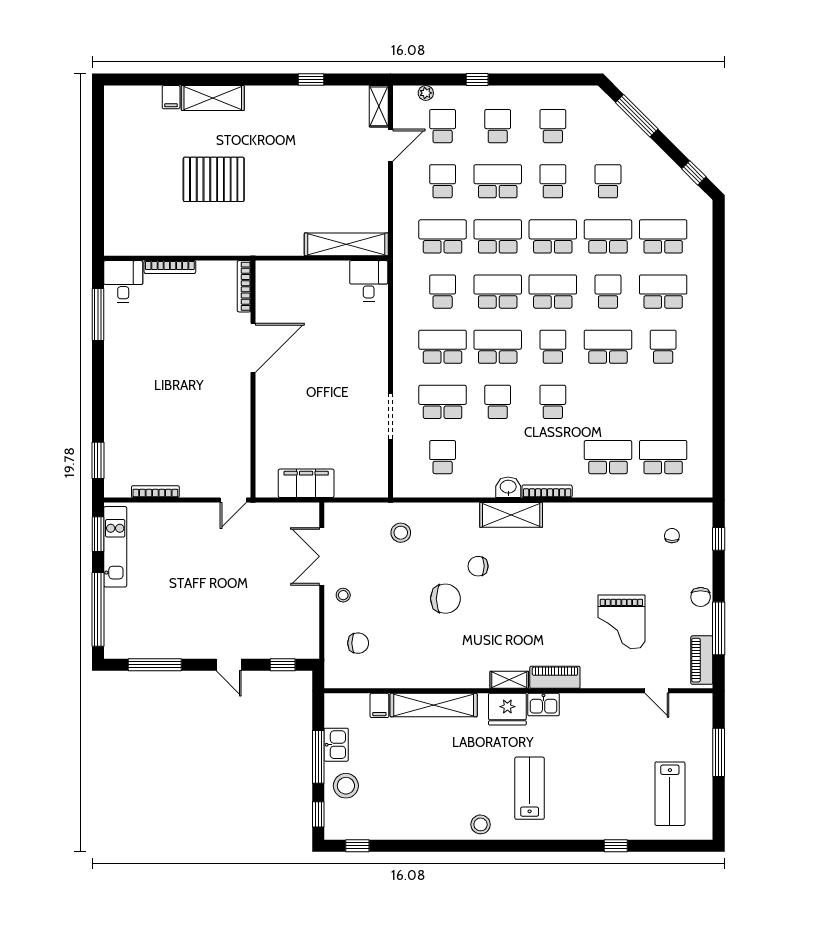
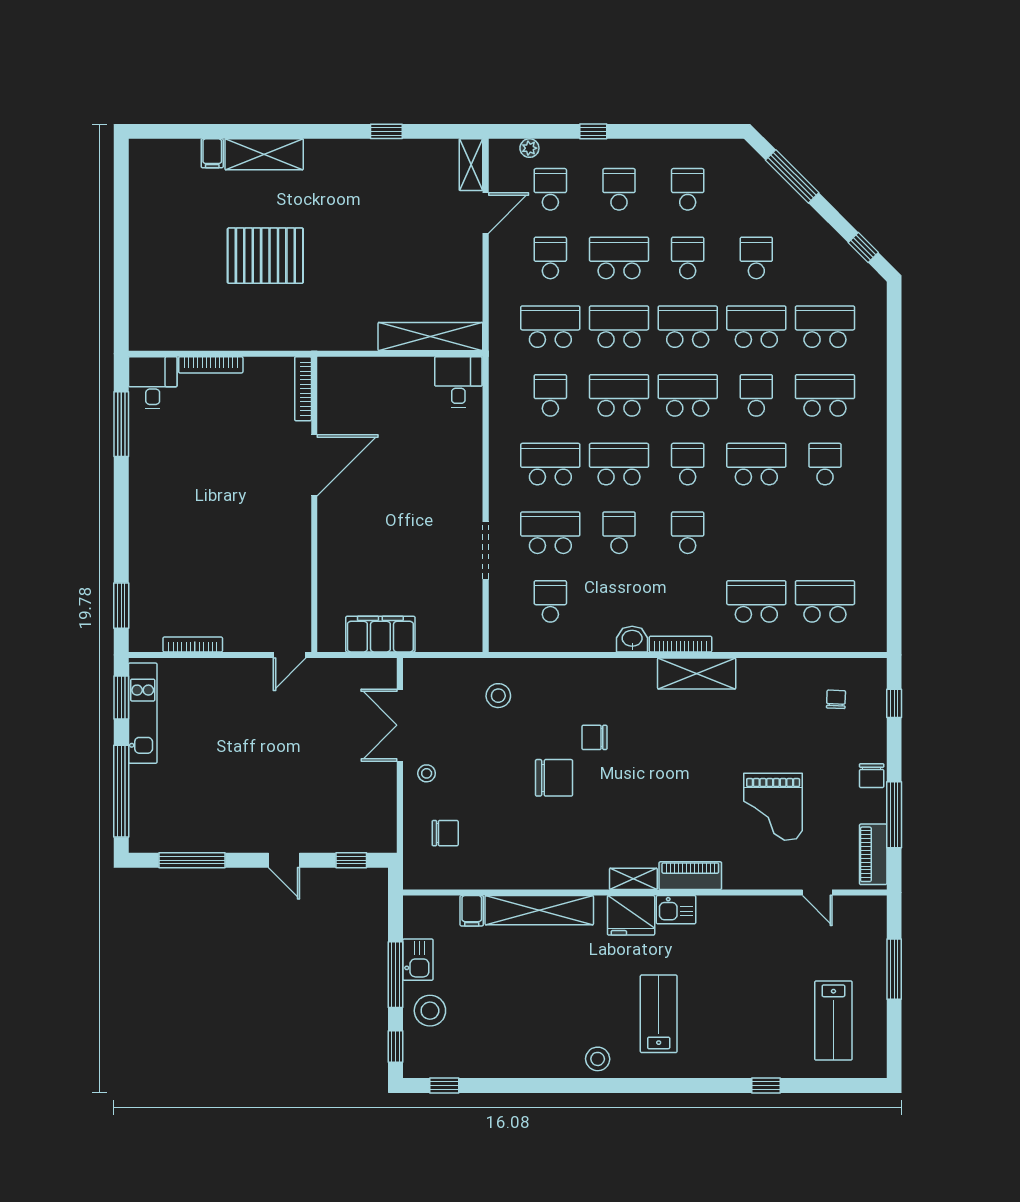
shelving: (511, 515) -> (697, 673), moved

